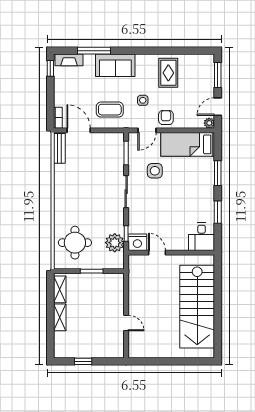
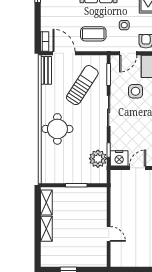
sun lounger: (98, 164) -> (82, 85), added
round table: (75, 243) -> (57, 129), moved
door: (157, 253) -> (138, 168), hinge flipped

